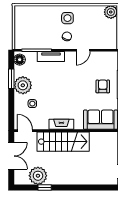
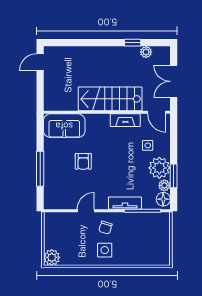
plant: (19, 71) -> (164, 185), added
armchair: (103, 86) -> (83, 161), moved
fireplace: (61, 124) -> (125, 120), moved
plant: (38, 176) -> (146, 52), width x0.53, depth x0.53

